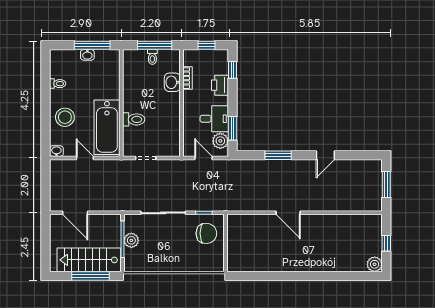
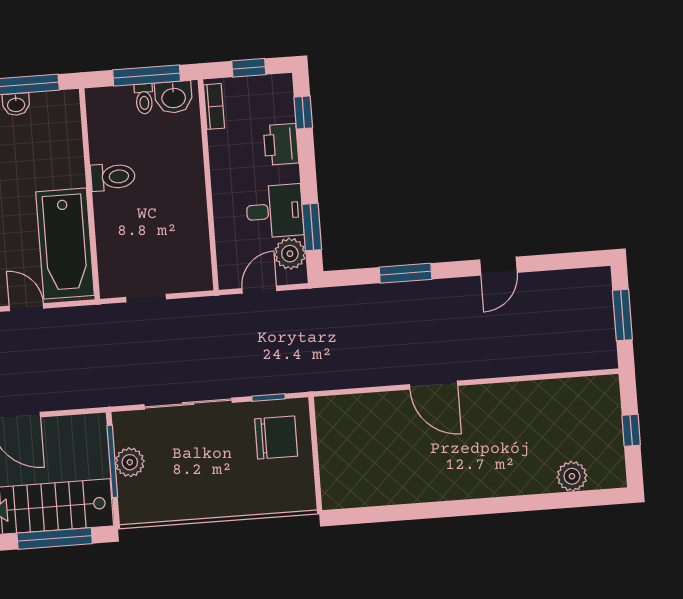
bookcase: (188, 78) -> (214, 106), moved
washbasin: (172, 82) -> (174, 97), moved, turned -90
toilet: (134, 119) -> (113, 177), moved
door: (203, 158) -> (259, 290), hinge flipped
plant: (375, 264) -> (572, 476), moved

